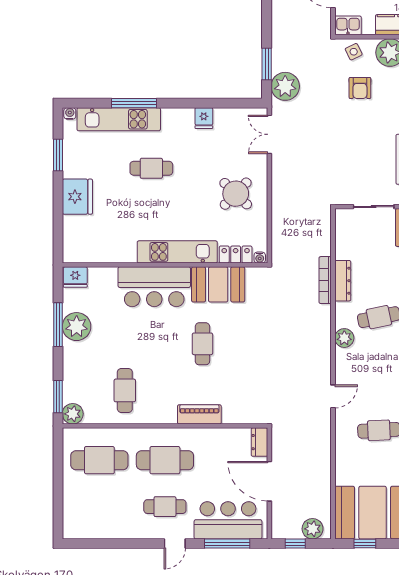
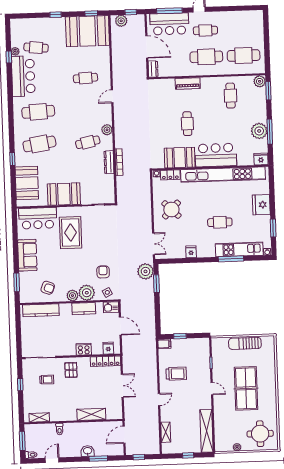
kitchen unit: (177, 252) -> (223, 175), width x1.86

